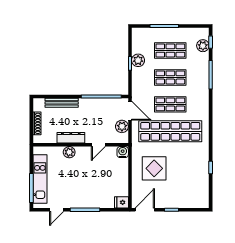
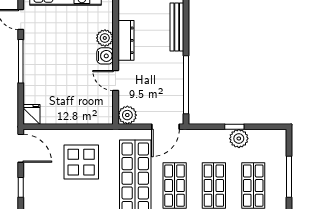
plant: (122, 126) -> (127, 115), moved
water cooler: (123, 152) -> (105, 56), moved

